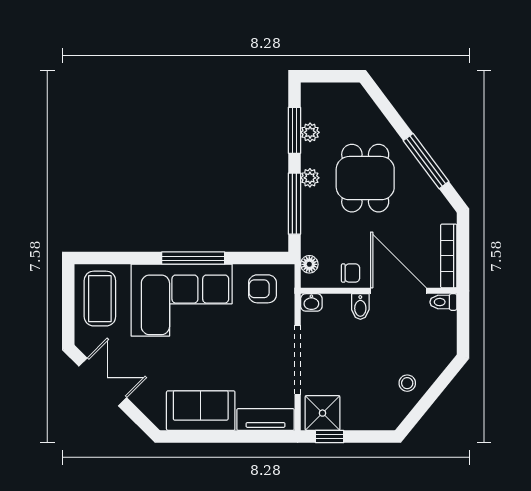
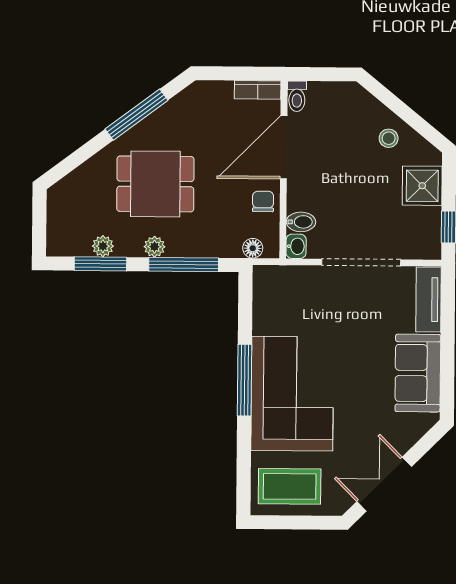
bookcase: (449, 256) -> (258, 90), width x0.64
armchair: (263, 289) -> (280, 302), removed
bidet: (360, 307) -> (301, 222), moved
shower: (323, 413) -> (422, 186), moved

